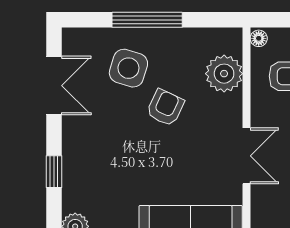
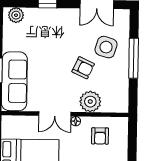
floor lamp: (259, 38) -> (76, 121), moved
plant: (224, 74) -> (90, 102), moved

